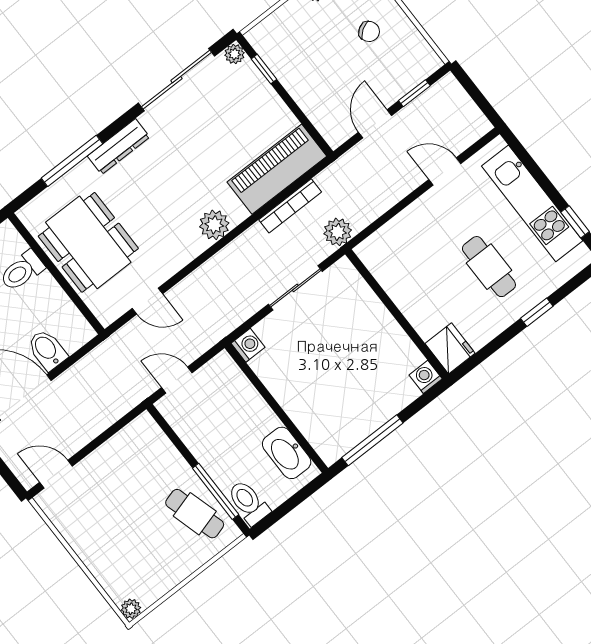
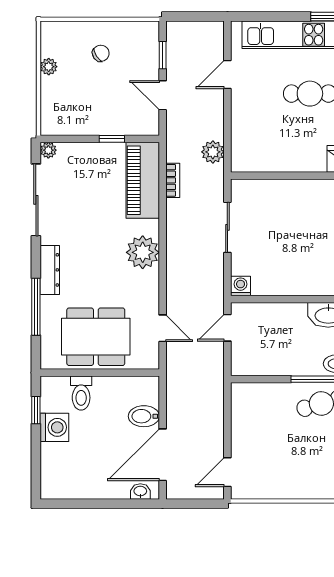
window: (264, 69) -> (112, 139), moved
bookcase: (290, 206) -> (173, 180), width x0.64
plant: (214, 225) -> (143, 252), width x1.36, depth x1.36
plant: (338, 232) -> (213, 152), moved
door: (147, 301) -> (163, 328), hinge flipped
door: (177, 380) -> (227, 328), moved

